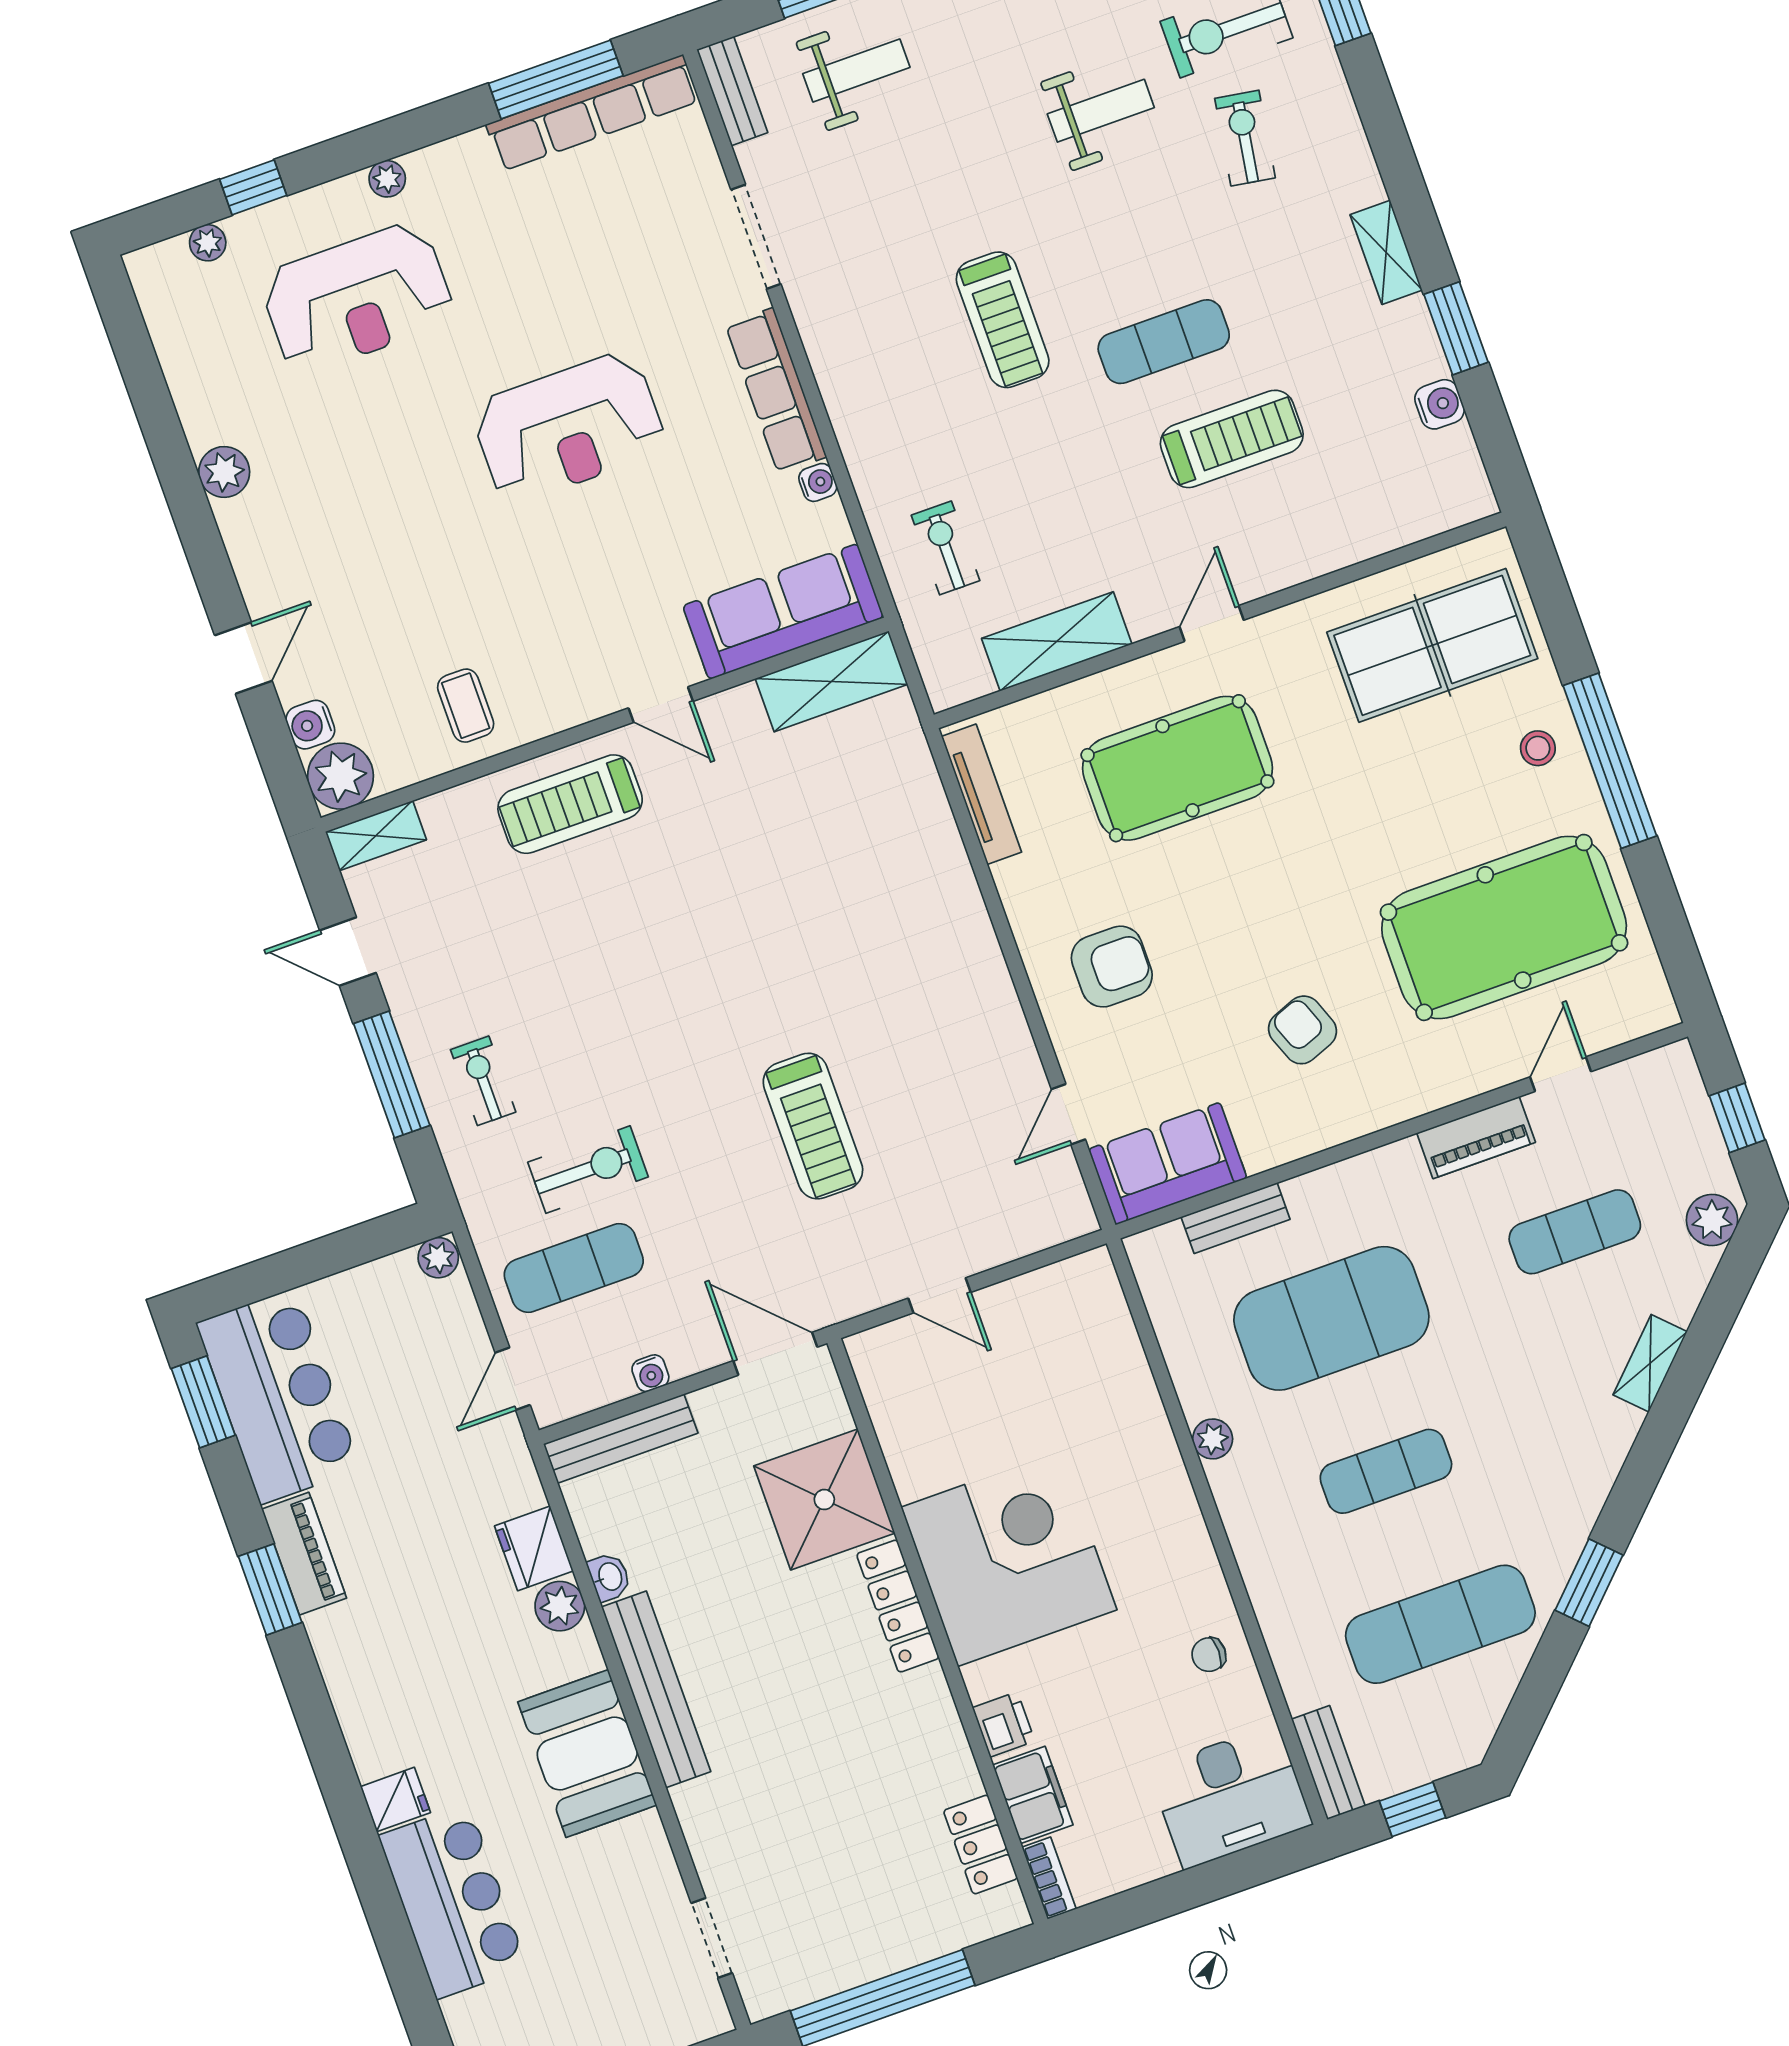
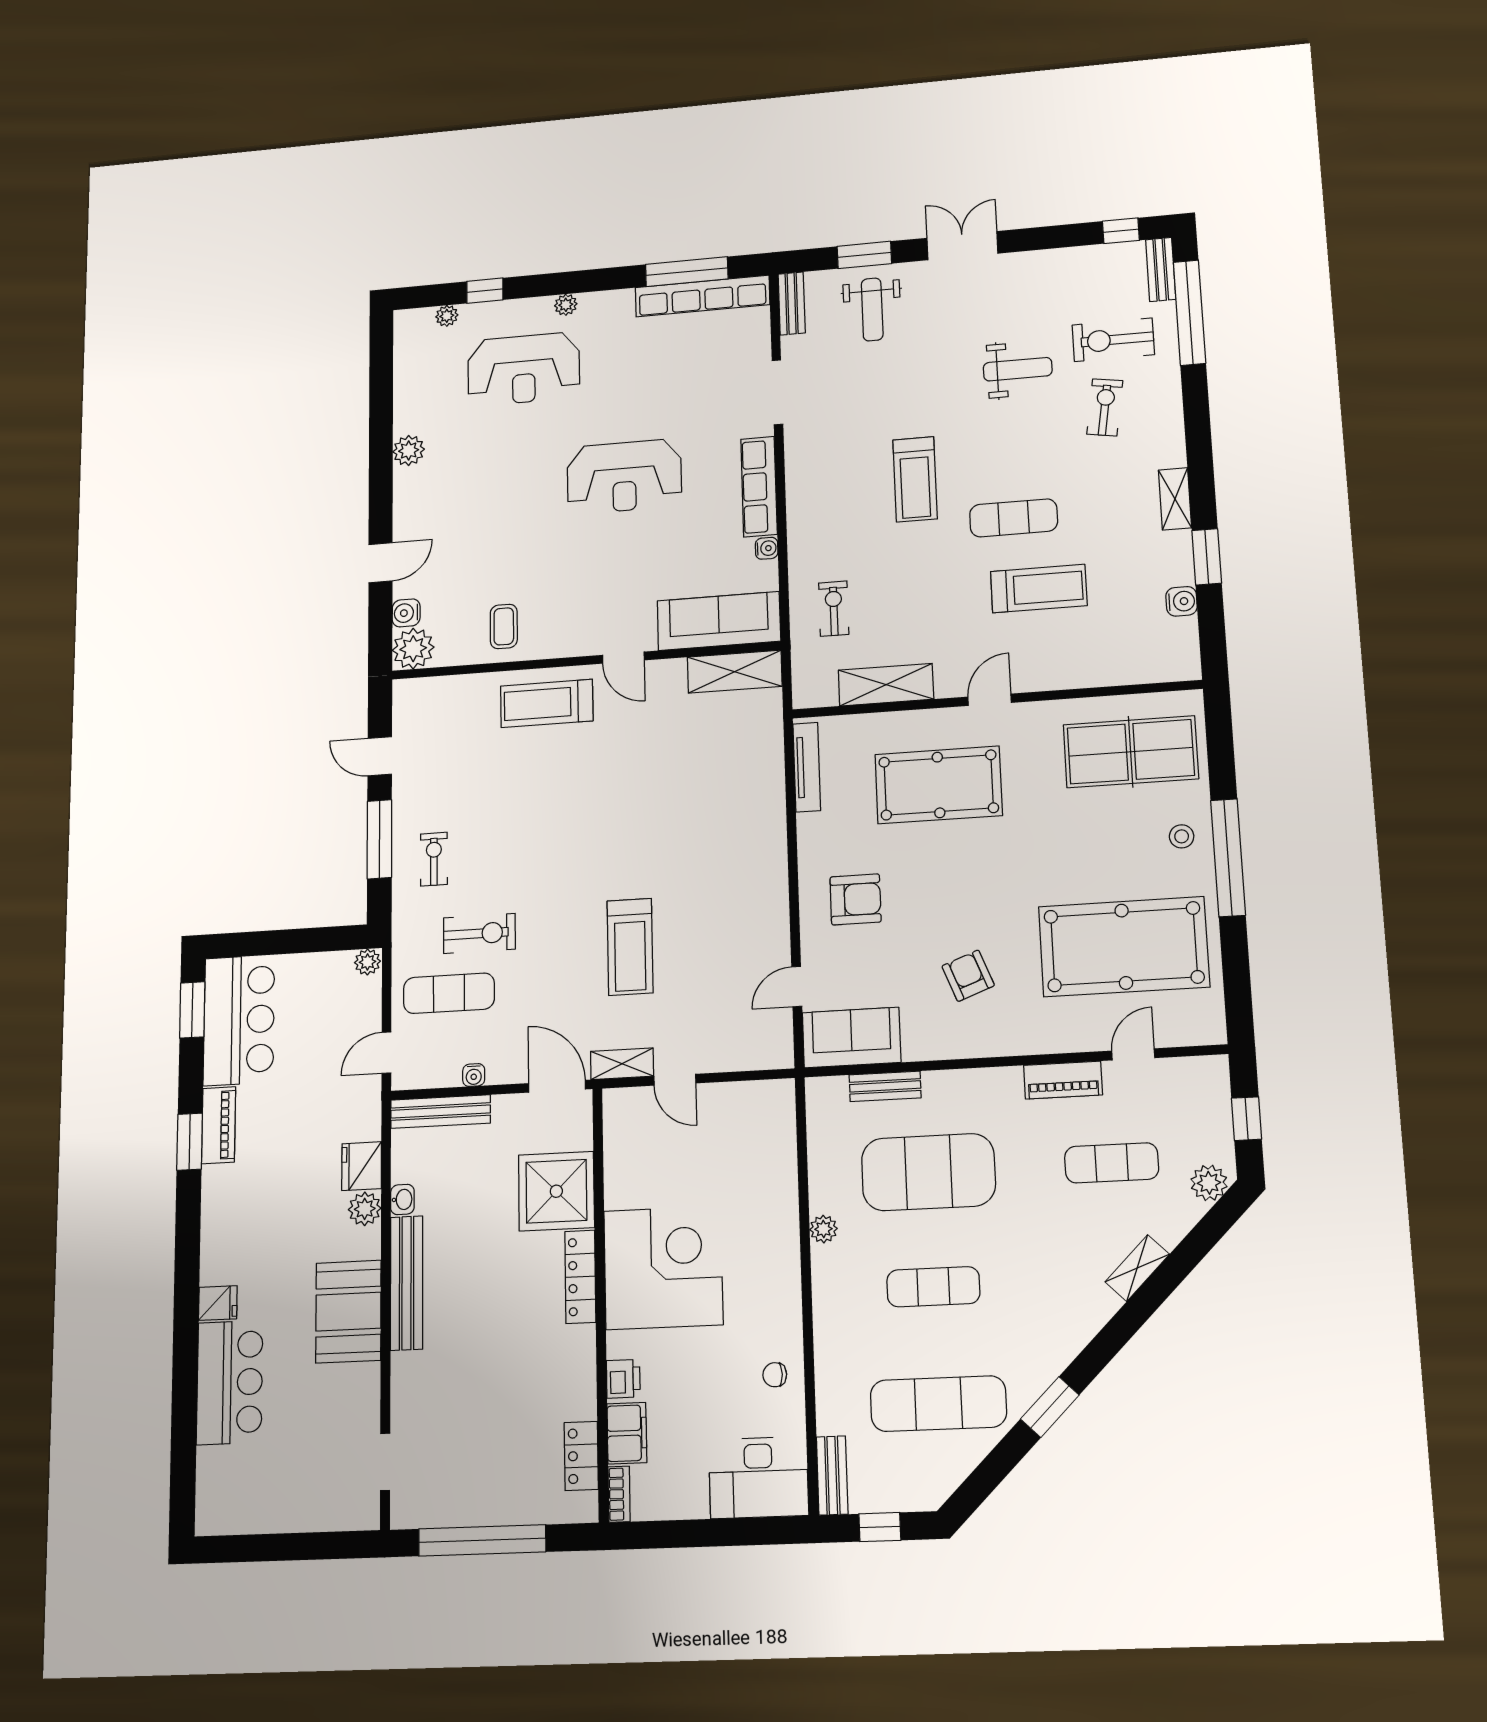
weight bench: (856, 71) -> (872, 309), turned 90
shelving: (376, 836) -> (622, 1064), moved

